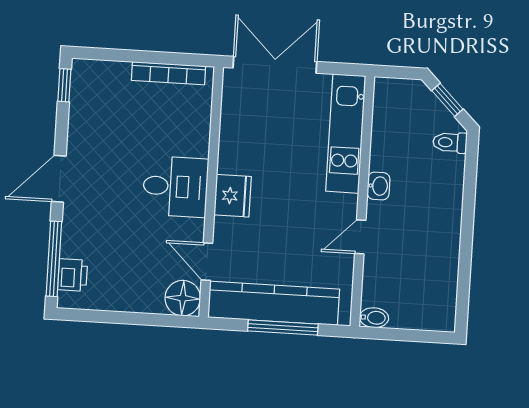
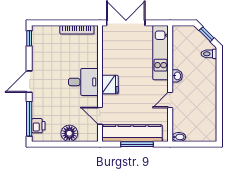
floor lamp: (183, 298) -> (69, 133), moved

